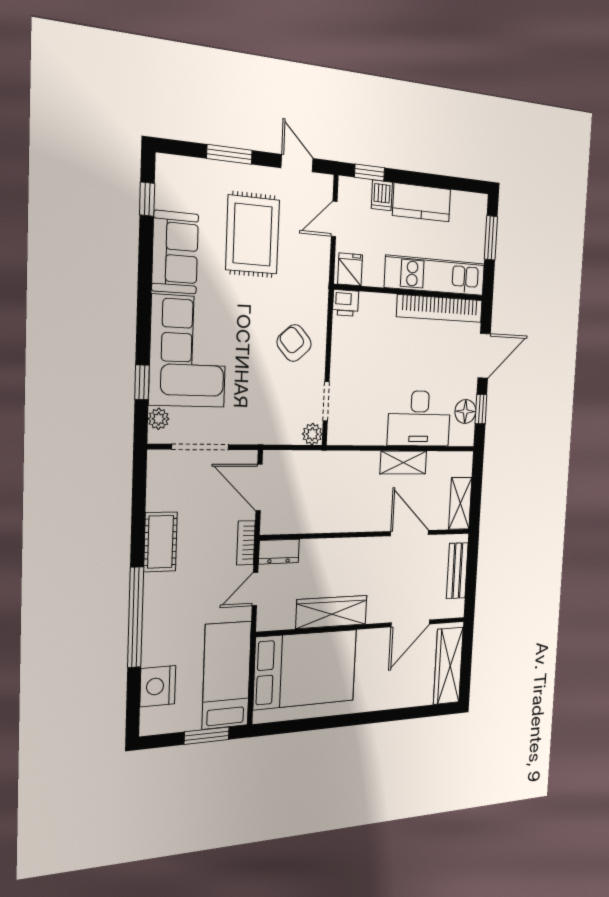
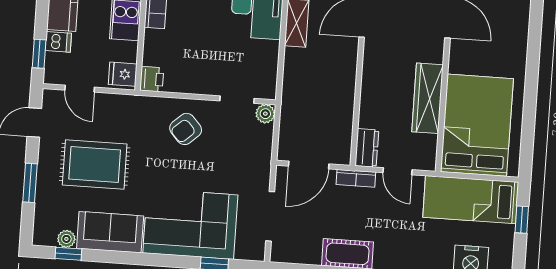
plant: (159, 419) -> (66, 239), moved
window: (207, 736) -> (522, 220), width x0.67

